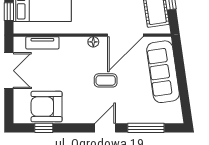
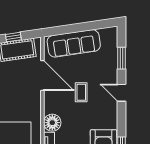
floor lamp: (93, 42) -> (52, 123), moved, width x1.89, depth x1.89
window: (146, 128) -> (122, 58), width x0.69

